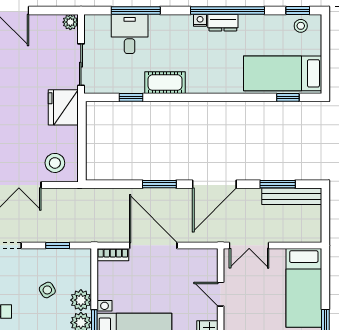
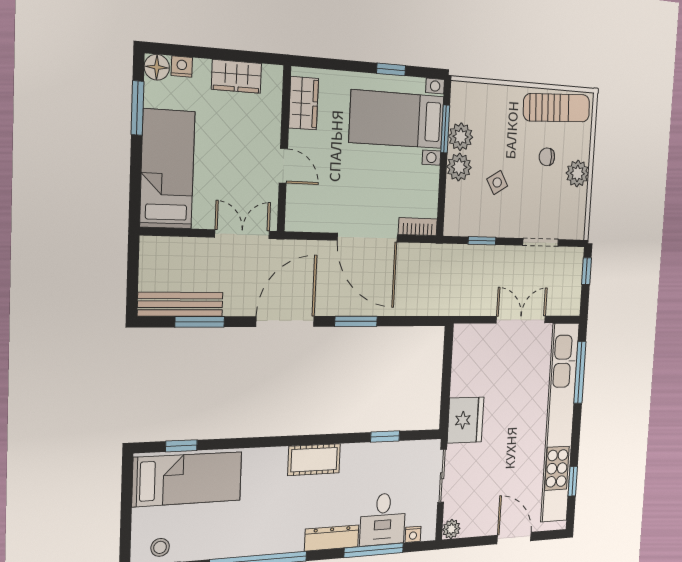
nightstand: (200, 20) -> (413, 534), moved
dresser: (223, 23) -> (332, 538), moved, width x1.44
cot: (165, 83) -> (314, 460), moved
stool: (55, 163) -> (479, 348), removed

